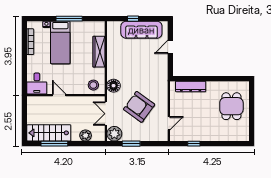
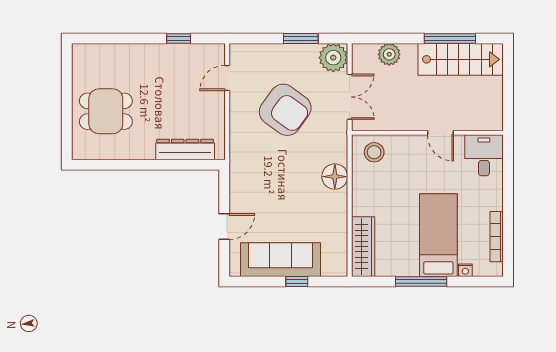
wardrobe: (99, 52) -> (363, 247), moved
floor lamp: (114, 86) -> (335, 177), moved
dining table: (231, 106) -> (106, 111), turned 90

